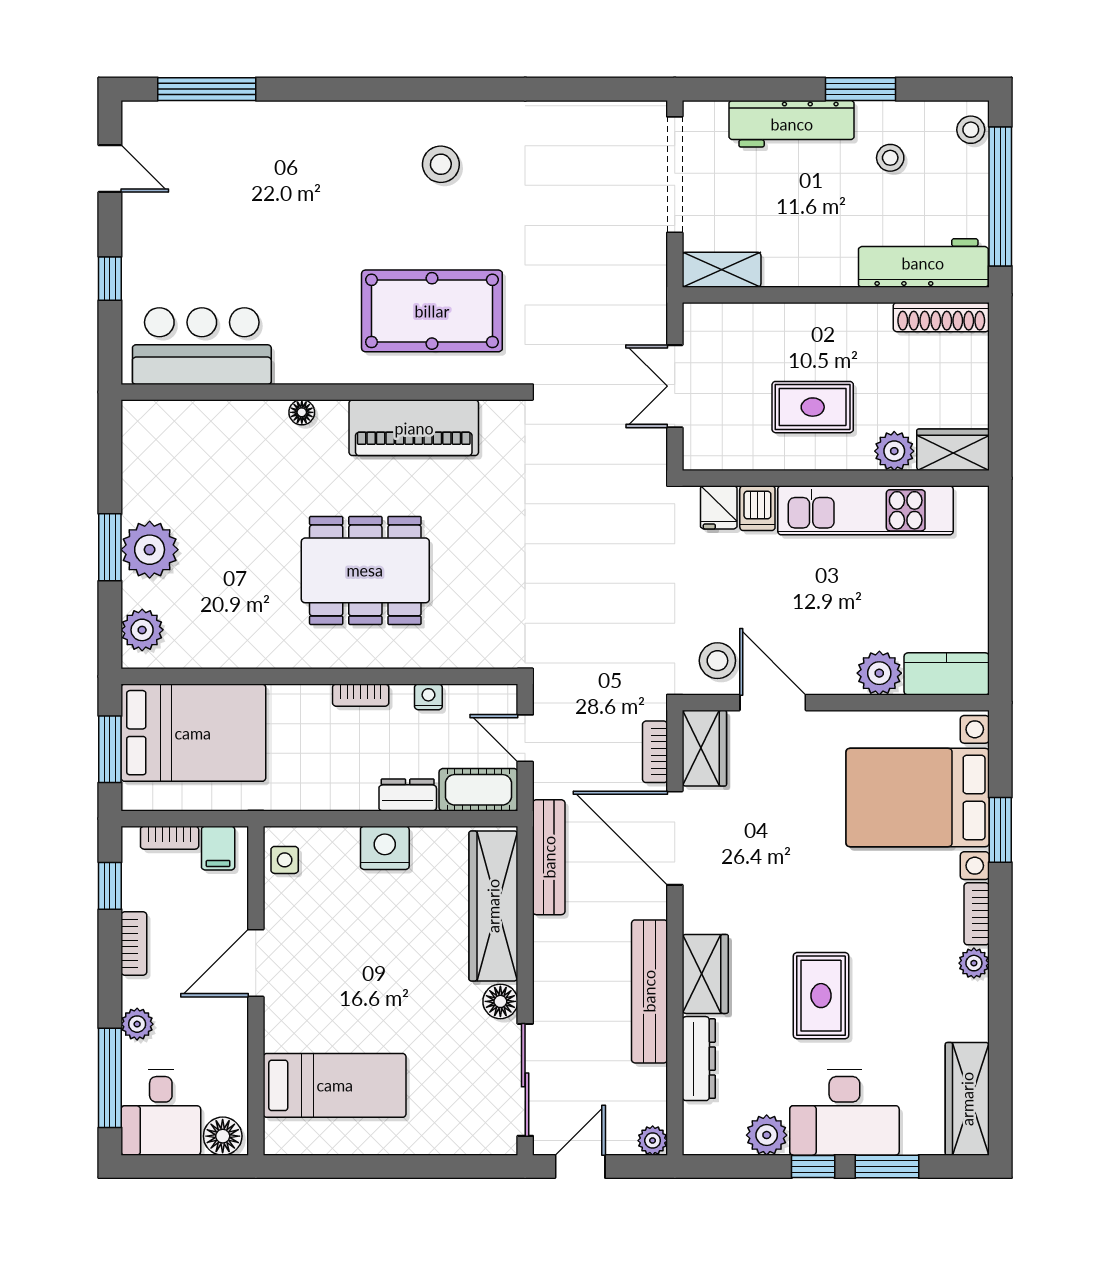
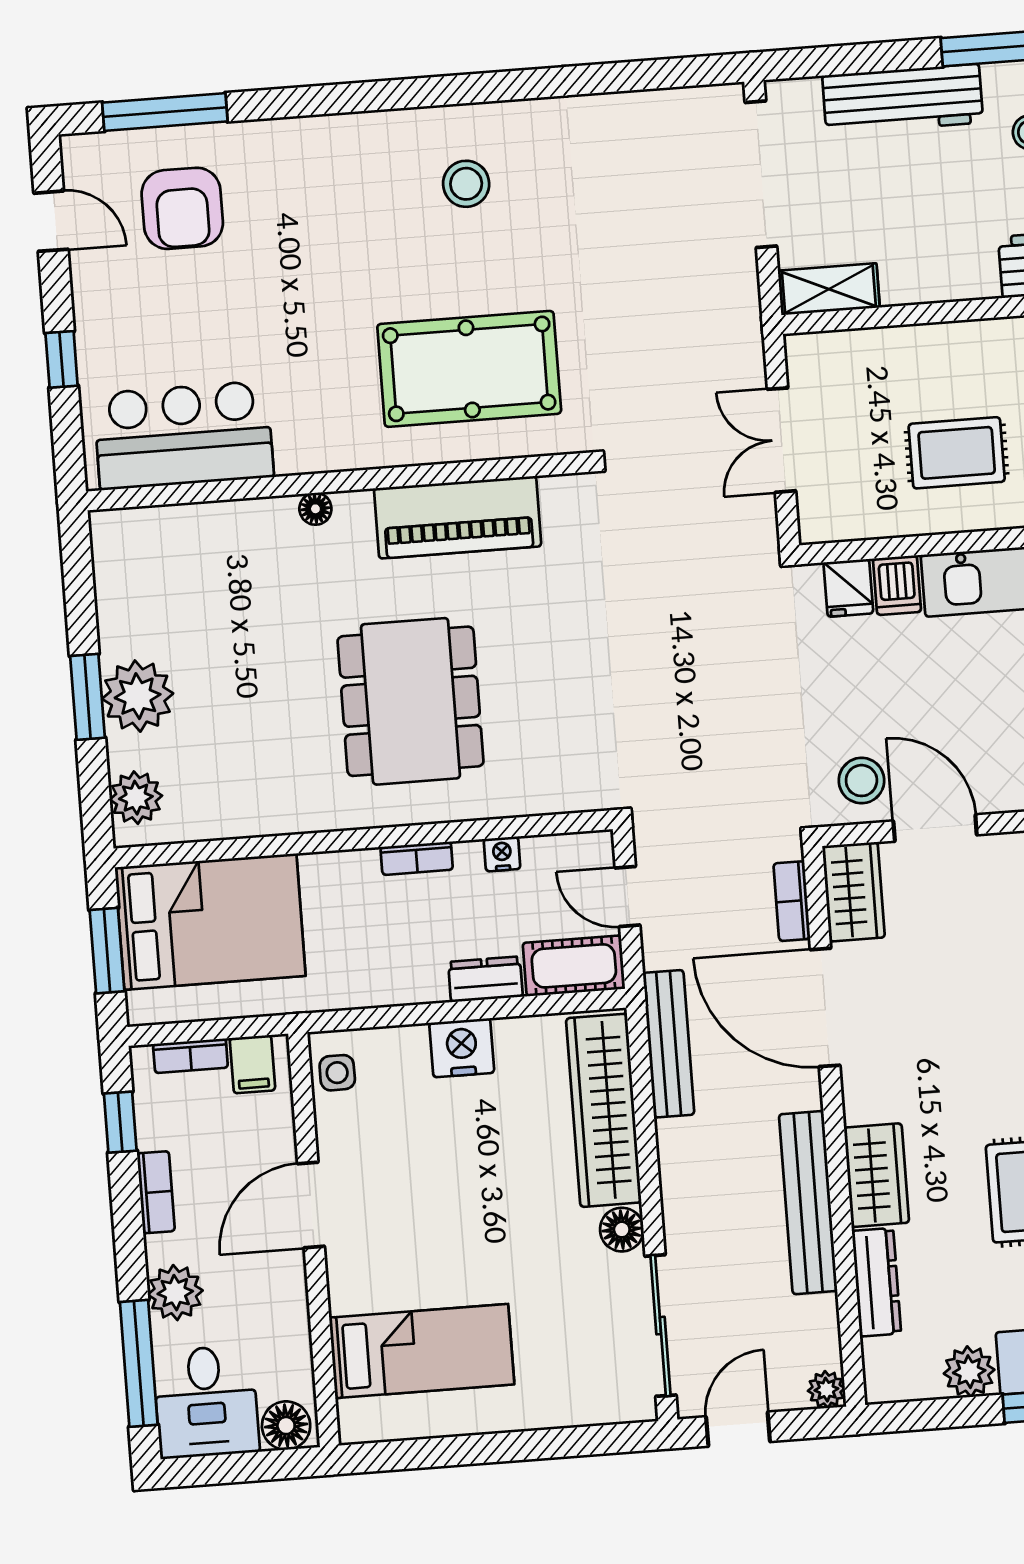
armchair: (215, 166) -> (182, 208), added
dining table: (365, 570) -> (411, 701), turned 90
plant: (137, 1024) -> (175, 1293), width x1.38, depth x1.38

